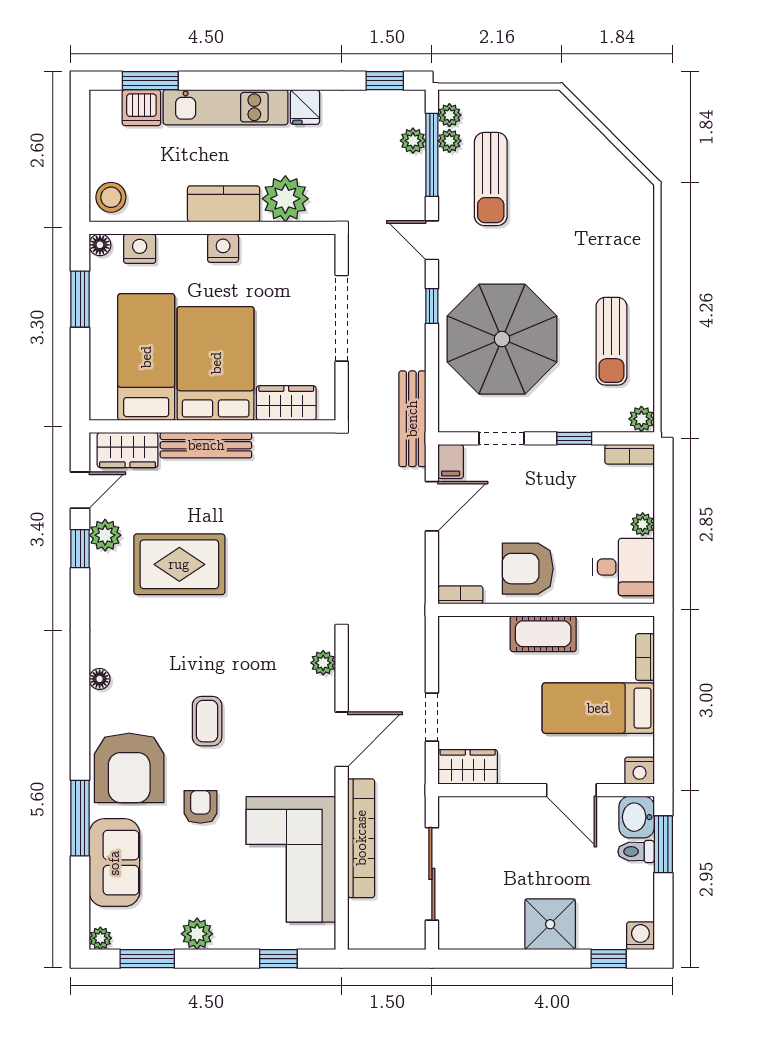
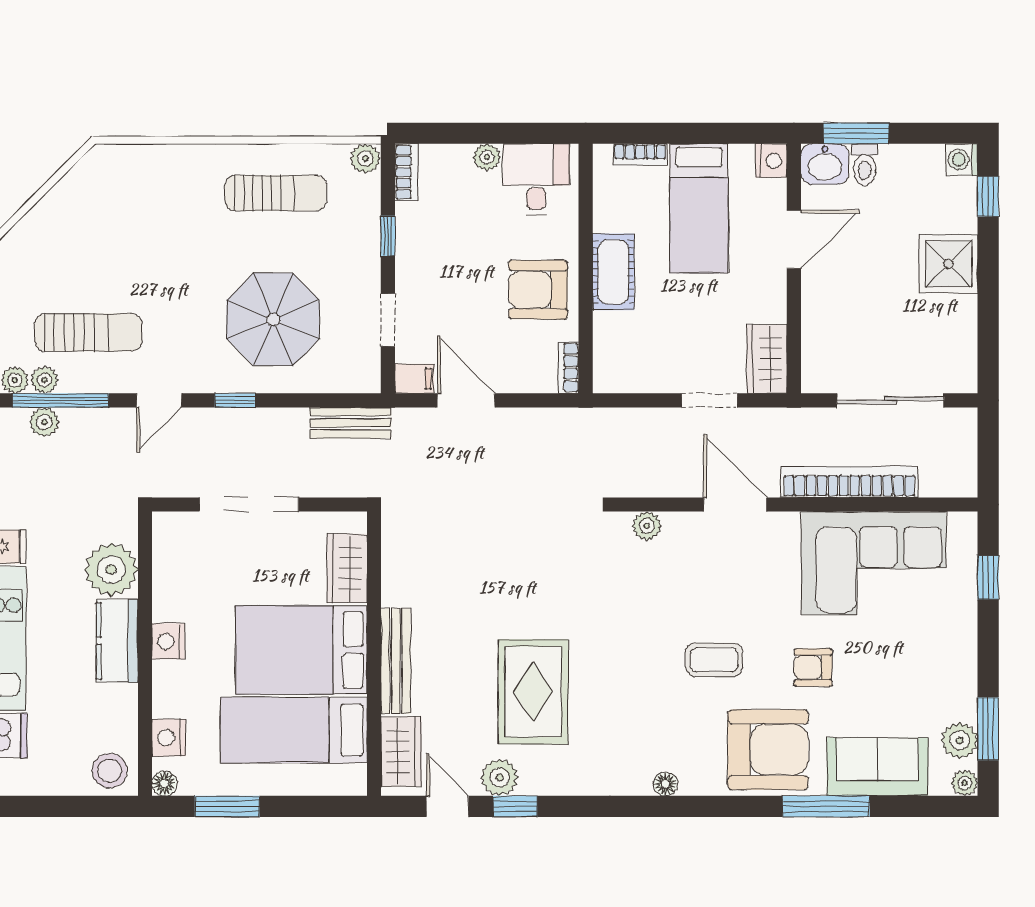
parasol: (502, 339) -> (273, 319), width x0.73, depth x0.73
bench: (412, 419) -> (351, 423), width x0.73
armchair: (528, 569) -> (538, 290), turned 90
plant: (197, 934) -> (960, 740), moved

